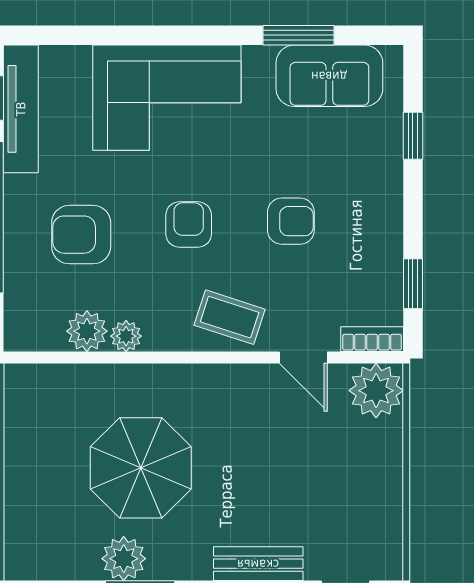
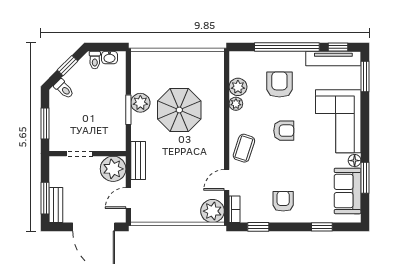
window: (63, 35) -> (365, 77), added
floor lamp: (258, 59) -> (355, 161), added
armchair: (291, 221) -> (283, 201), moved, turned 180

